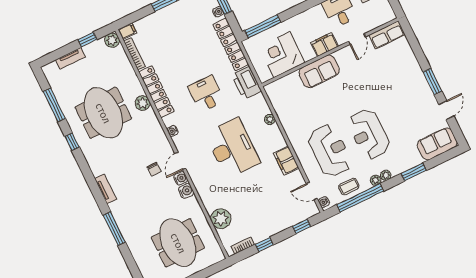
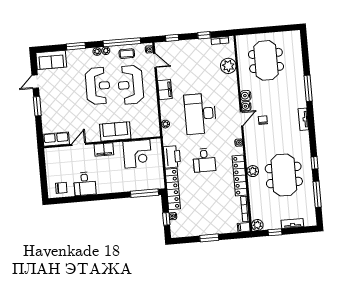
row of seats: (387, 35) -> (56, 139), moved
door: (357, 39) -> (79, 144), moved
filing cabinet: (325, 45) -> (104, 149), moved
wall: (330, 52) -> (102, 142), moved
corner desk: (282, 55) -> (137, 154), moved
sofa: (319, 71) -> (115, 131), moved

